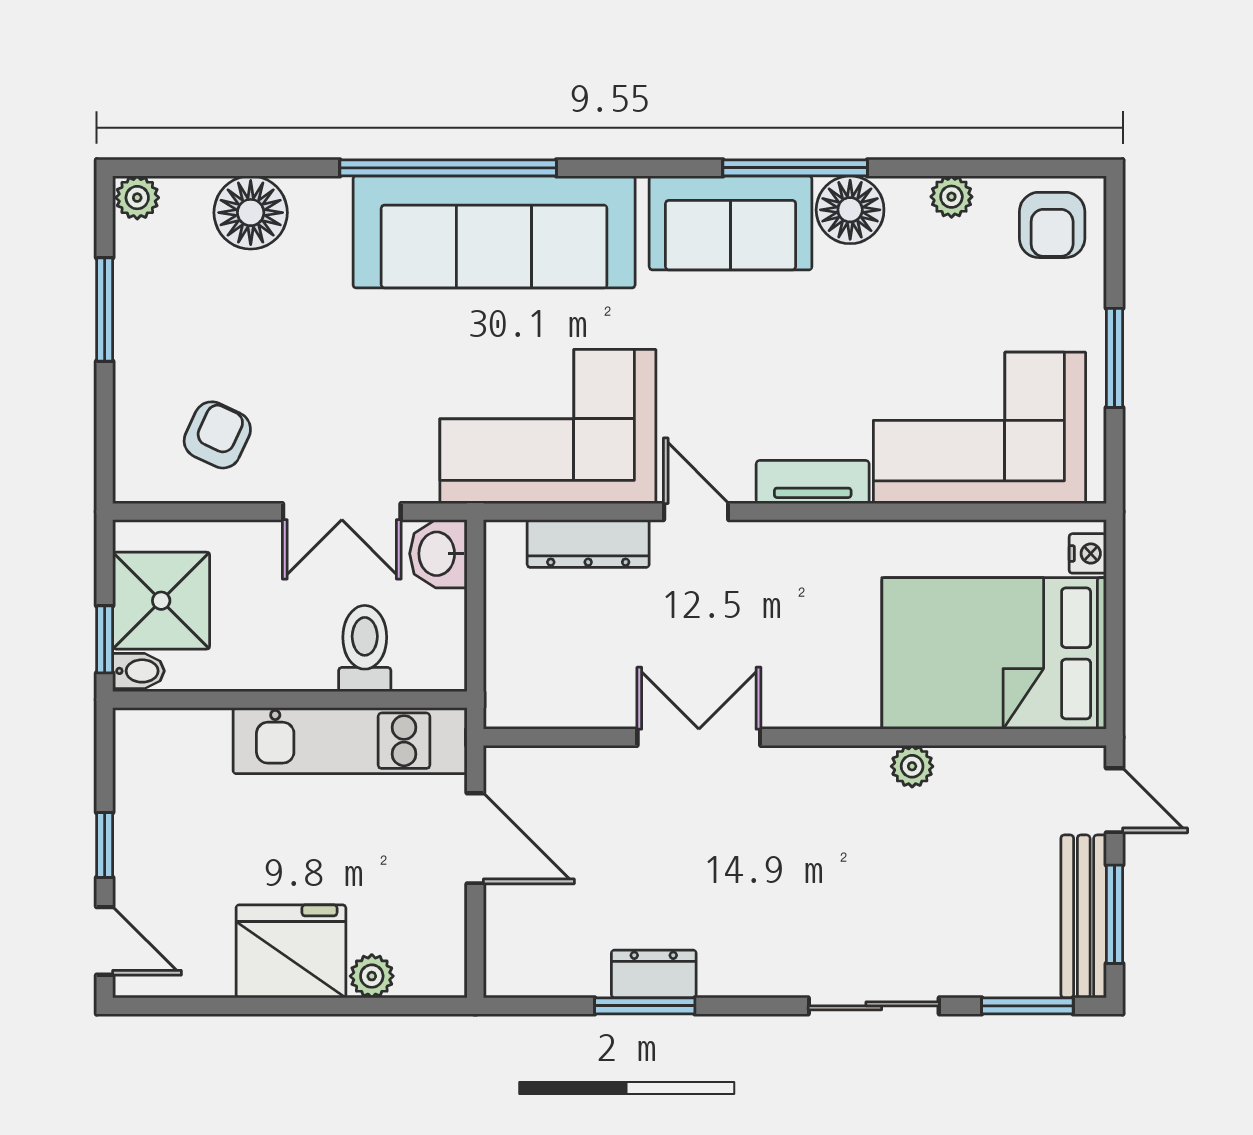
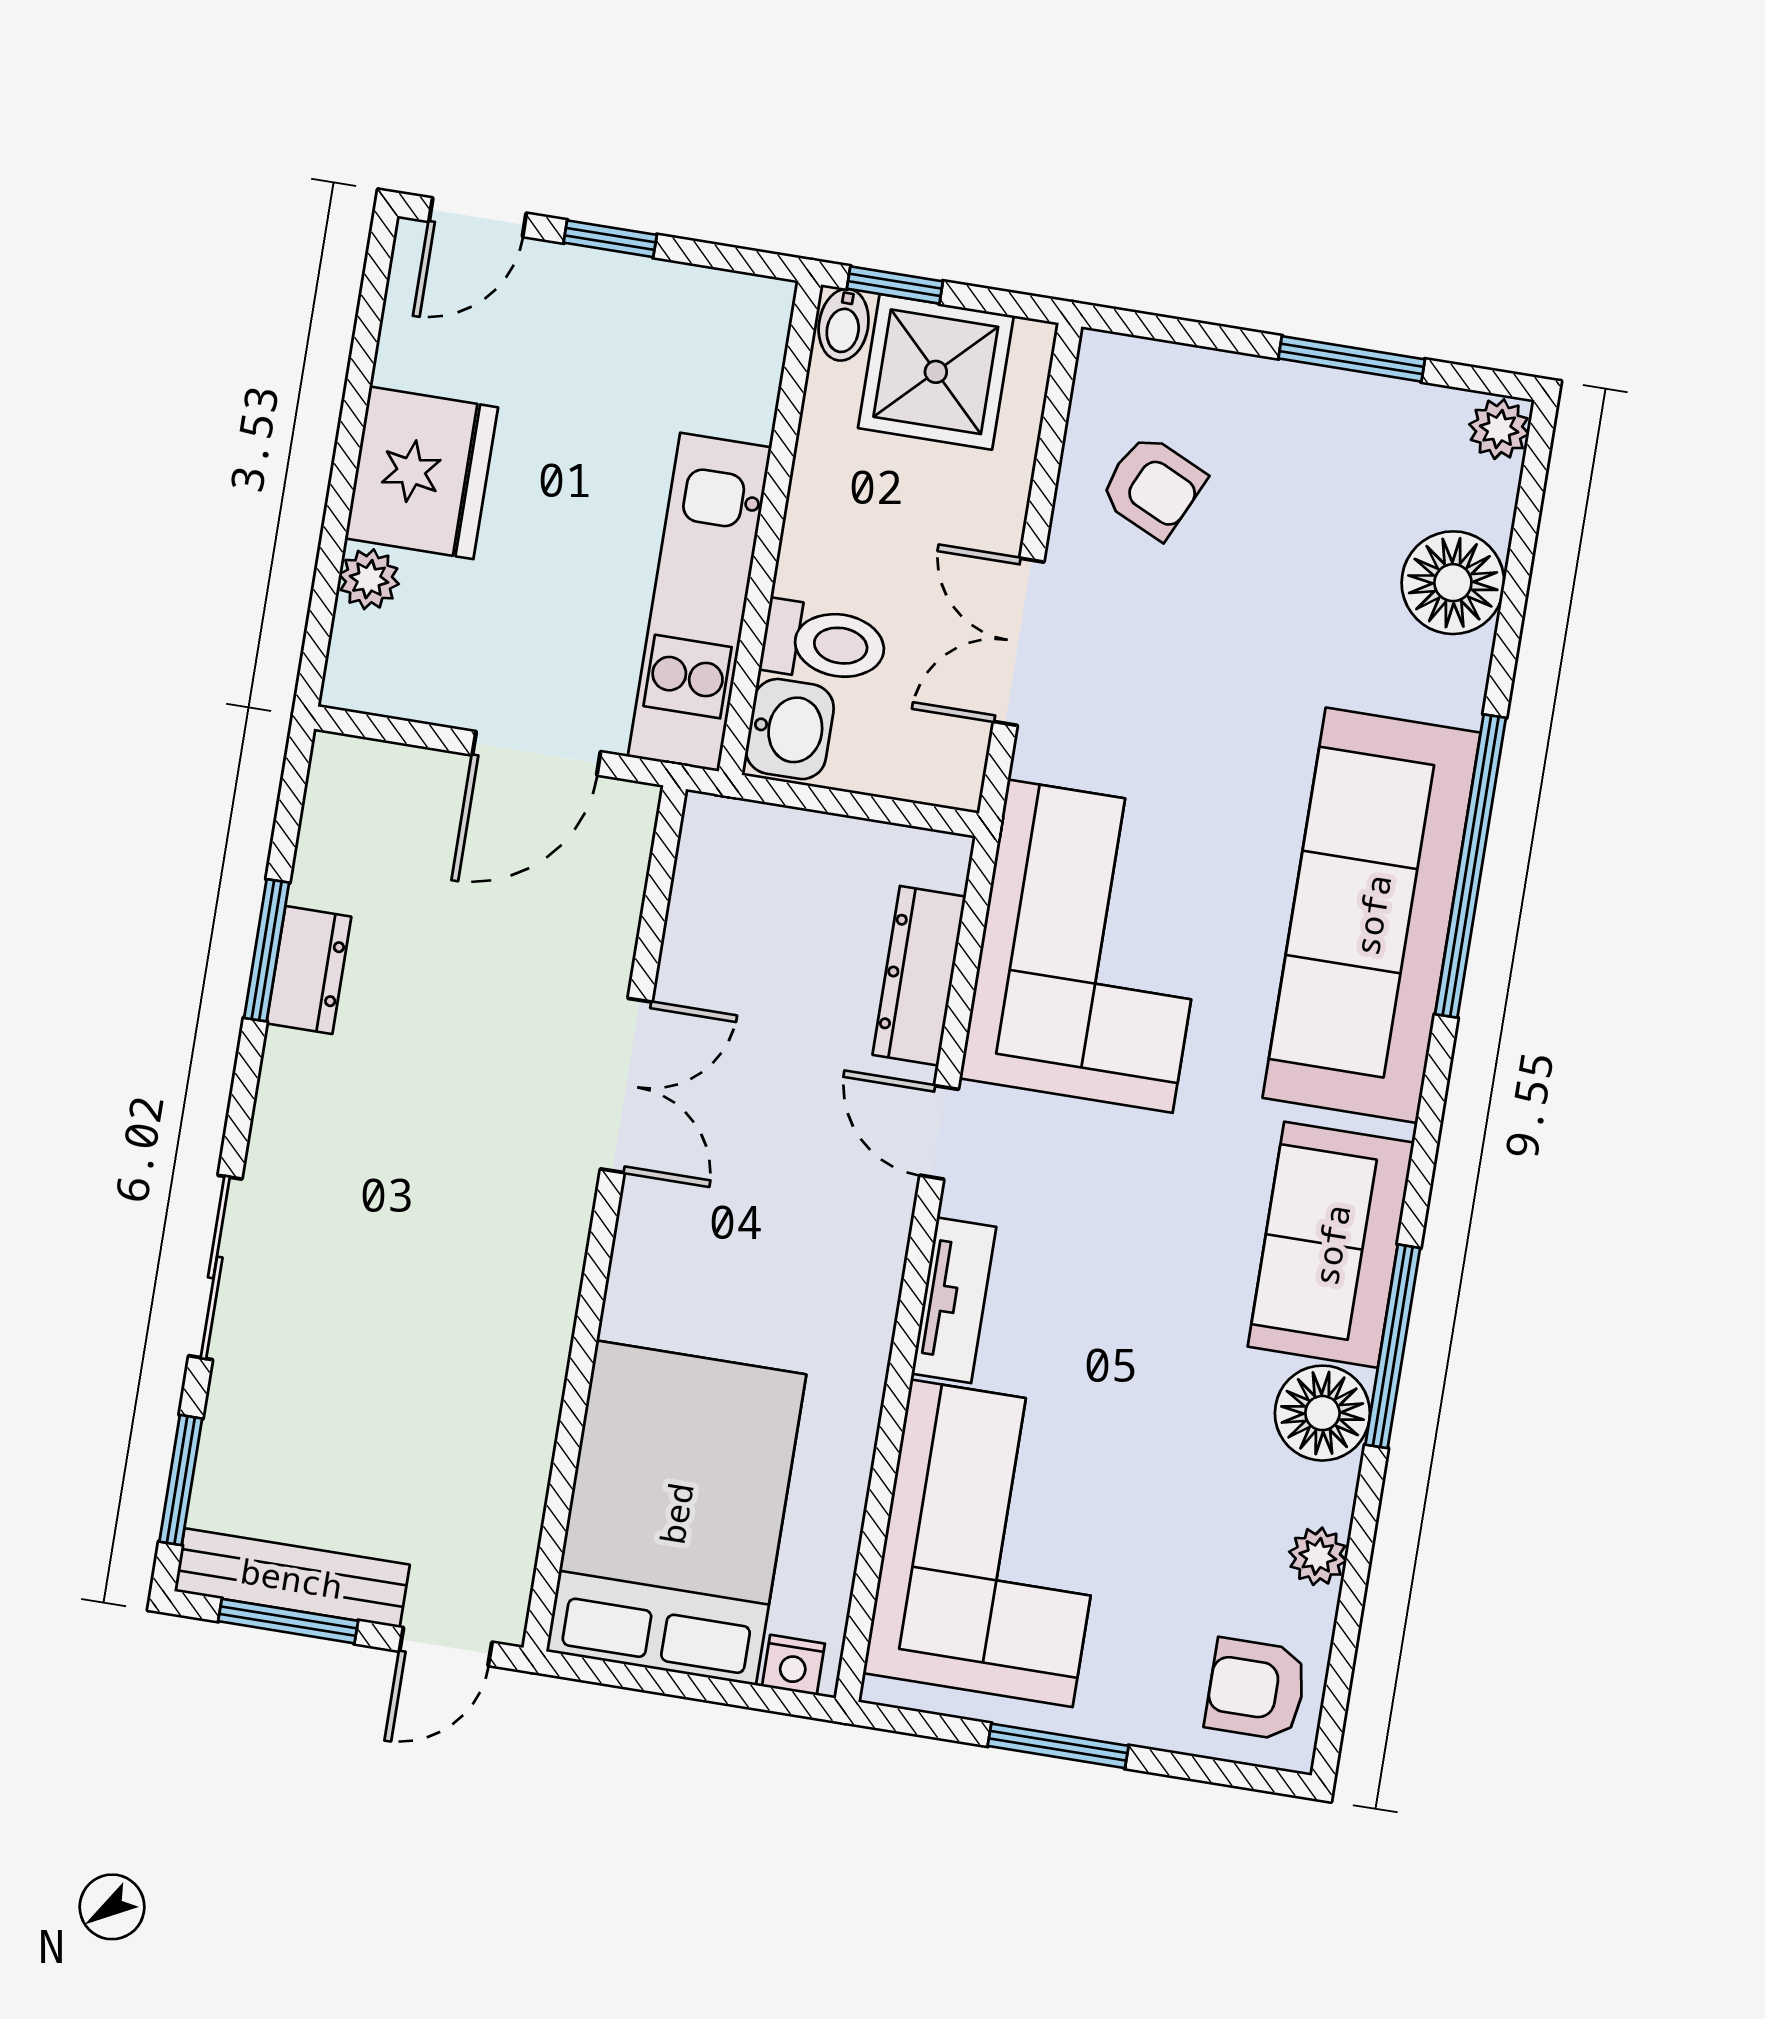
door: (696, 512) -> (939, 1132), swing flipped
washbasin: (438, 554) -> (790, 729), moved, turned 90
plant: (912, 766) -> (538, 1374), removed

